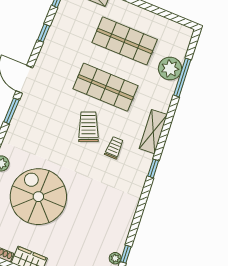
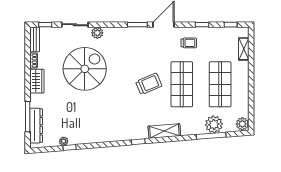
plant: (183, 34) -> (242, 124), added
trolley: (114, 148) -> (189, 43), moved

